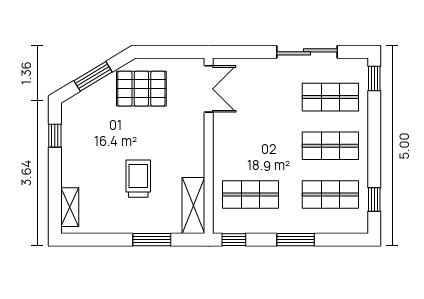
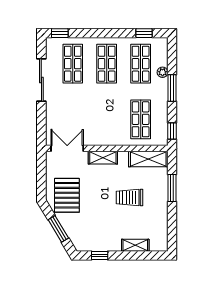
shelving: (195, 140) -> (103, 158), added
shelving: (70, 207) -> (135, 245), moved
plant: (318, 226) -> (162, 72), added

